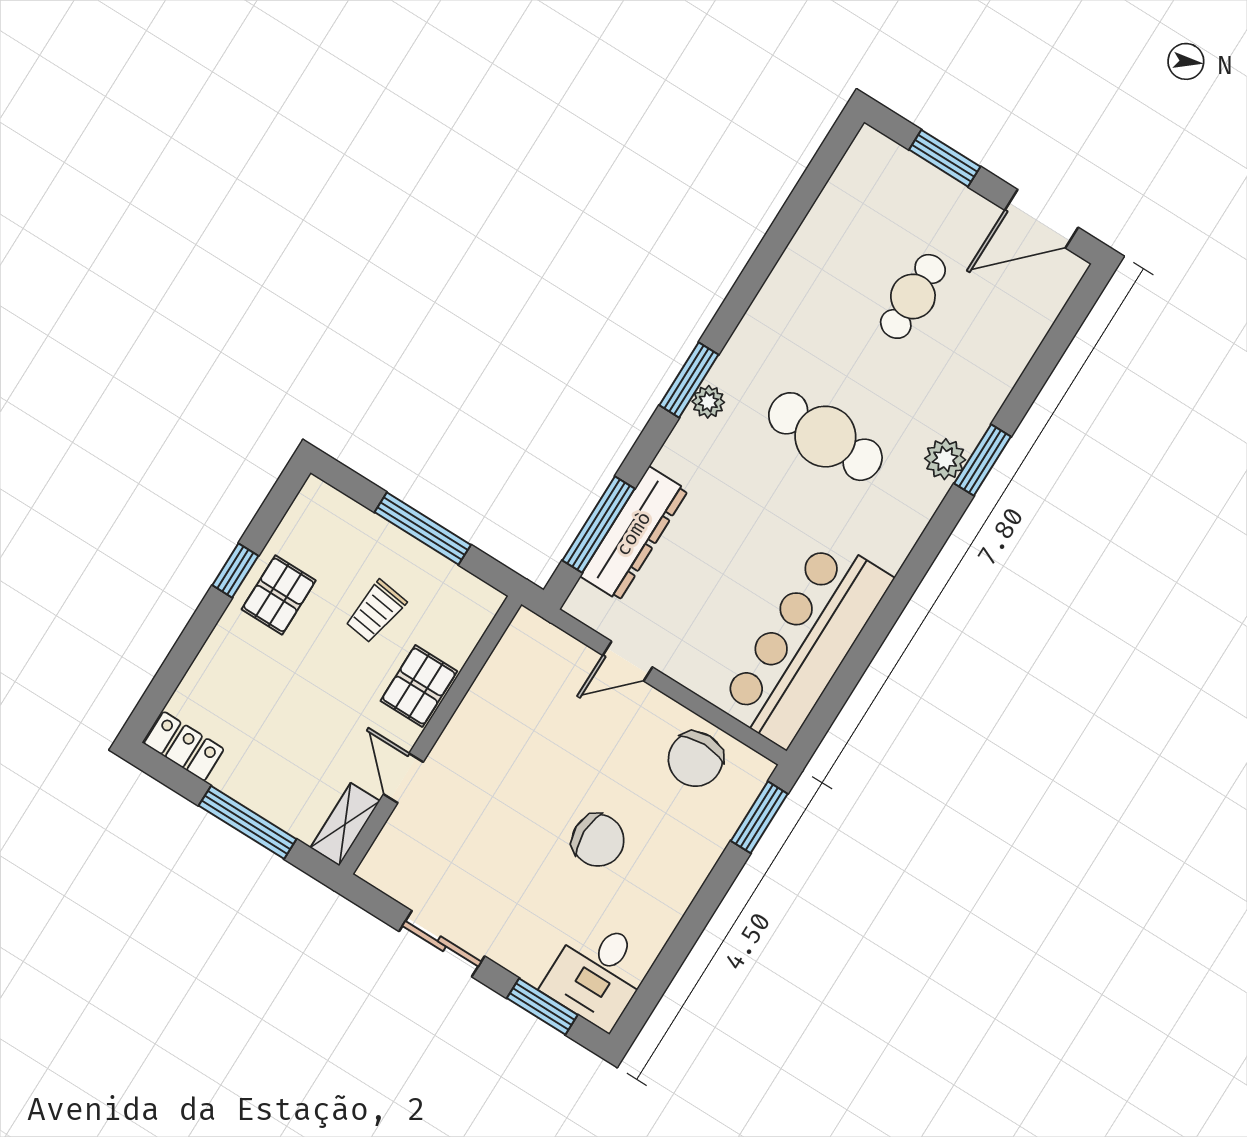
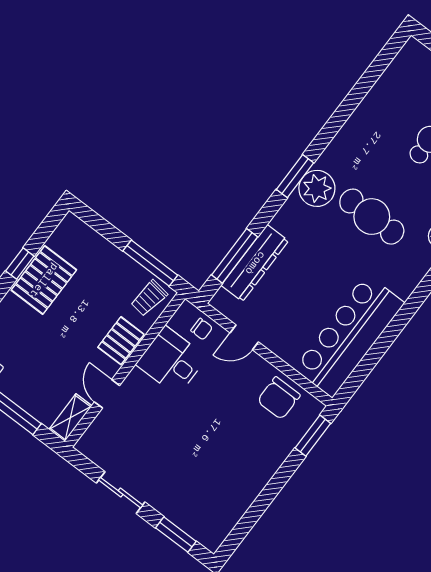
plant: (708, 402) -> (317, 188), width x1.87, depth x1.87
window: (423, 529) -> (150, 263), moved
pallet: (279, 595) -> (44, 280), width x1.50, depth x1.42
trolley: (376, 611) -> (149, 298), moved
chair: (598, 840) -> (202, 329), moved, width x0.54, depth x0.54
desk: (598, 974) -> (171, 361), moved, turned 90

